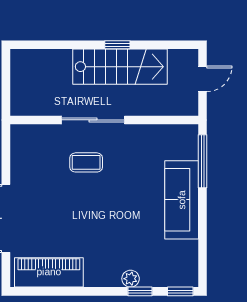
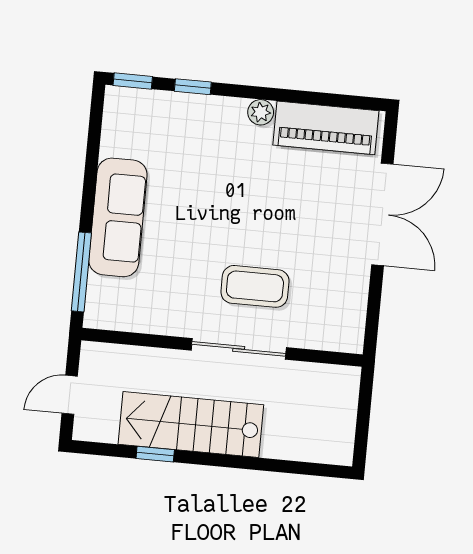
window: (117, 45) -> (155, 454), moved
coffee table: (86, 162) -> (255, 286), width x1.36, depth x1.30
plant: (131, 279) -> (261, 112), moved

